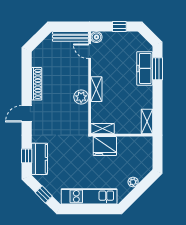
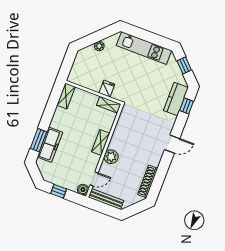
door: (90, 51) -> (94, 179), hinge flipped
shoe rack: (37, 84) -> (148, 181), moved
plant: (81, 97) -> (111, 157), moved
fridge: (105, 146) -> (107, 89), width x0.53, depth x0.75

